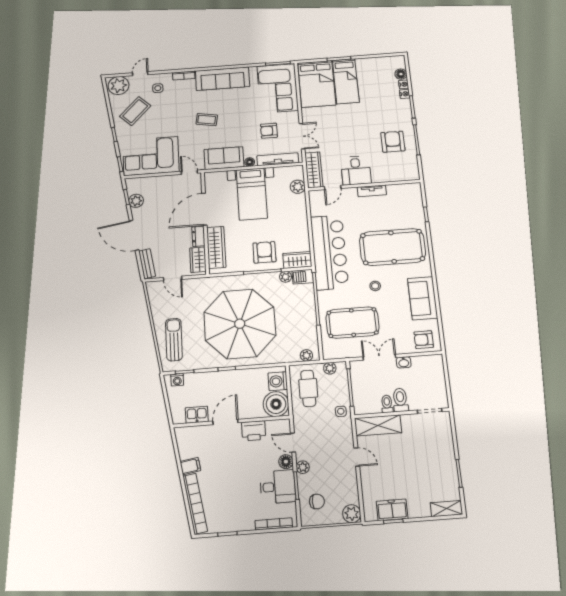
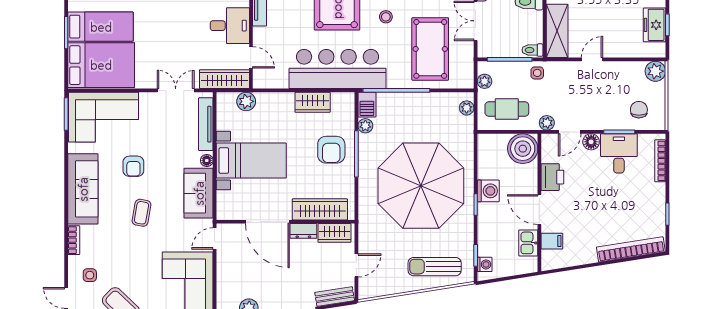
armchair: (269, 131) -> (133, 166), moved
armchair: (264, 252) -> (331, 150), turned -90
wardrobe: (297, 260) -> (313, 102), moved, turned -90
washing machine: (278, 381) -> (488, 191), moved, turned -90
toilet: (387, 404) -> (533, 50), moved
filing cabinet: (190, 466) -> (552, 241), moved, turned 99
plant: (303, 467) -> (547, 123), moved

